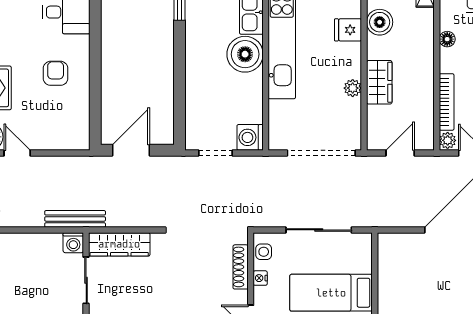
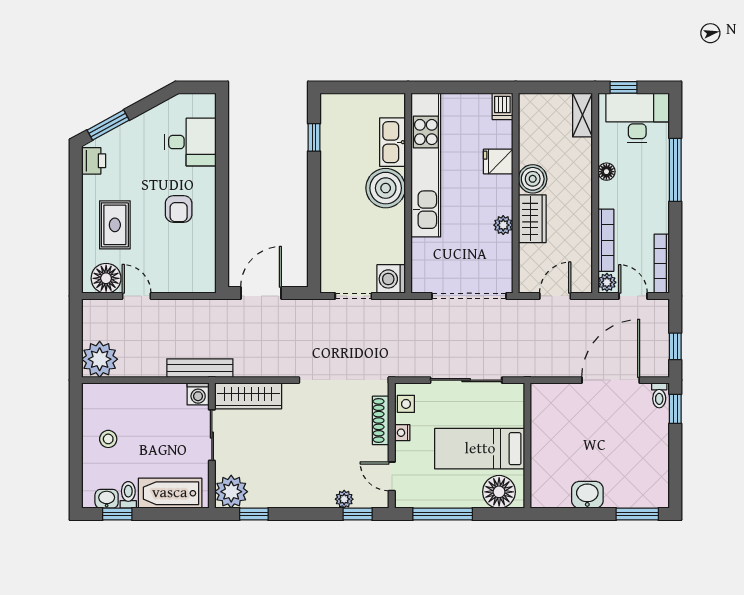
boiler: (380, 22) -> (533, 179), moved
armchair: (56, 73) -> (179, 209), turned 180

